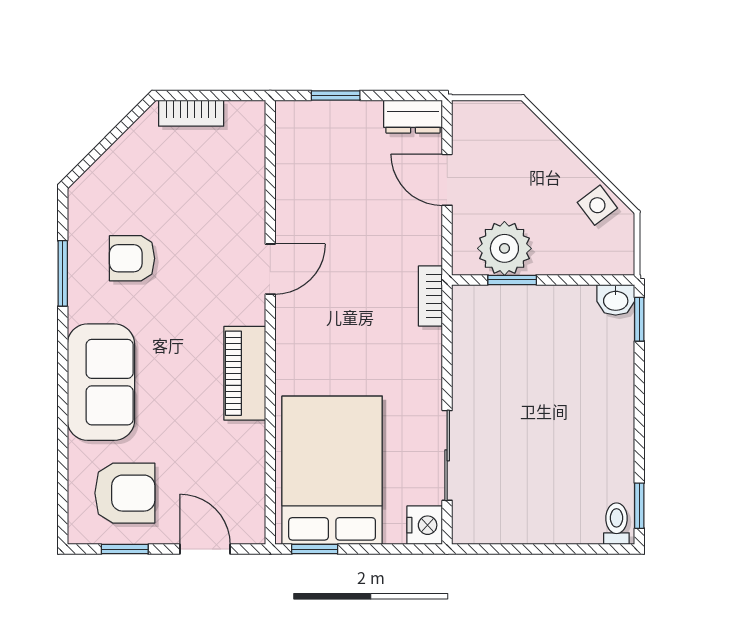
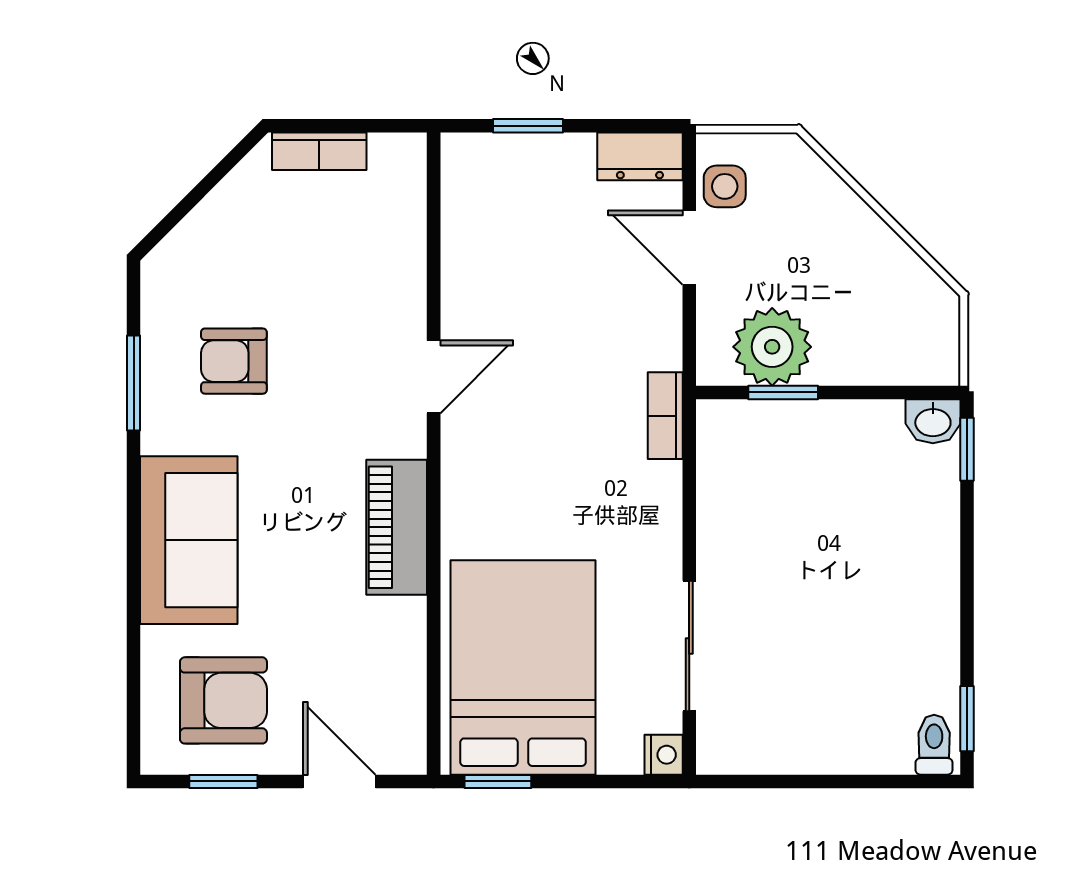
side table: (597, 205) -> (725, 186), moved, turned 37
nightstand: (425, 525) -> (664, 755), width x0.72, depth x0.74

